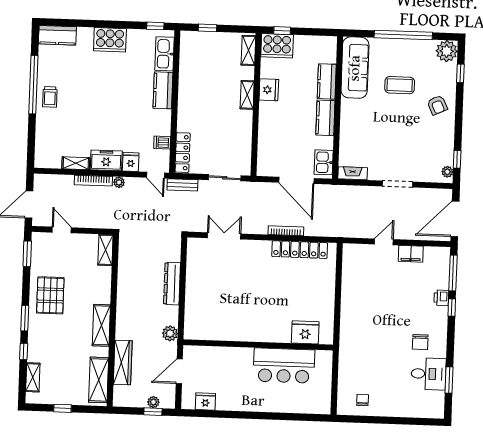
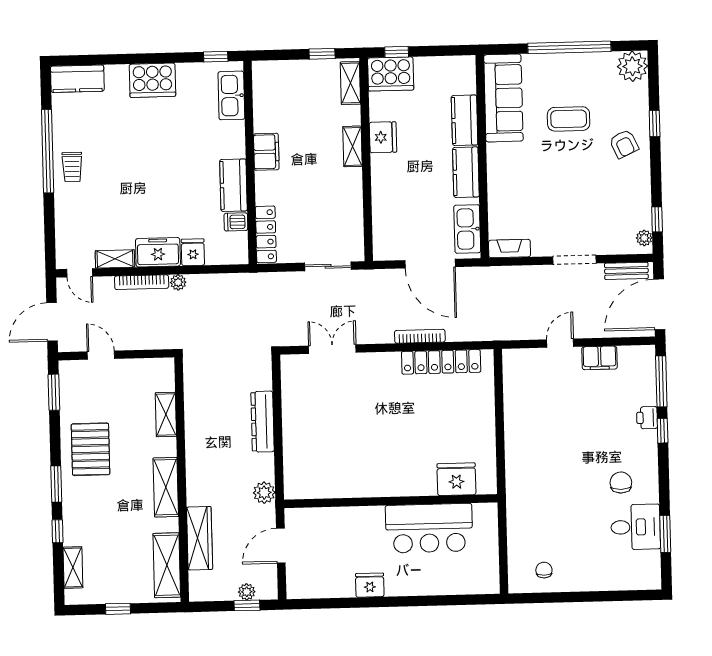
window: (208, 28) -> (322, 54), moved
window: (460, 73) -> (655, 123), moved
kitchen counter: (163, 90) -> (233, 185), moved
filing cabinet: (186, 95) -> (266, 152), added
kitchen sink: (324, 162) -> (467, 229), width x1.38
door: (155, 175) -> (80, 273), moved
bench: (182, 185) -> (626, 271), moved
shelving: (105, 250) -> (166, 415), moved
chair: (420, 342) -> (621, 483), turned 180
fridge: (205, 402) -> (370, 585), moved

